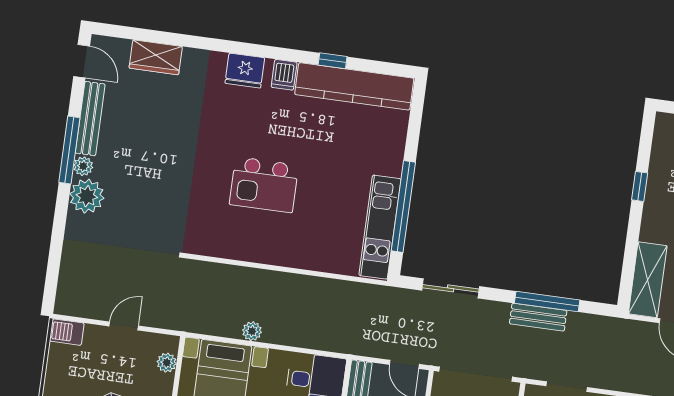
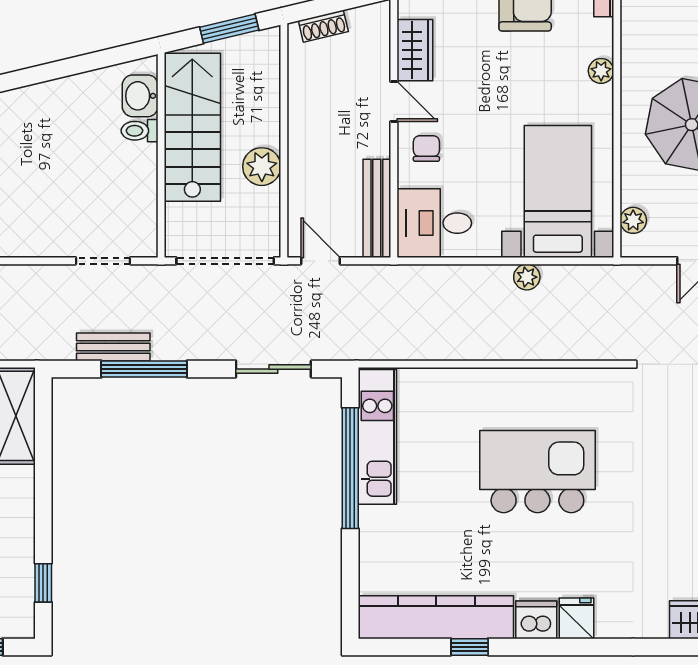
fridge: (245, 71) -> (576, 618), width x0.72
dishwasher: (284, 75) -> (536, 620), width x1.38
kitchen island: (264, 185) -> (537, 472), width x1.37, depth x1.28
window: (640, 186) -> (43, 583), moved
bench: (538, 317) -> (113, 347), moved

